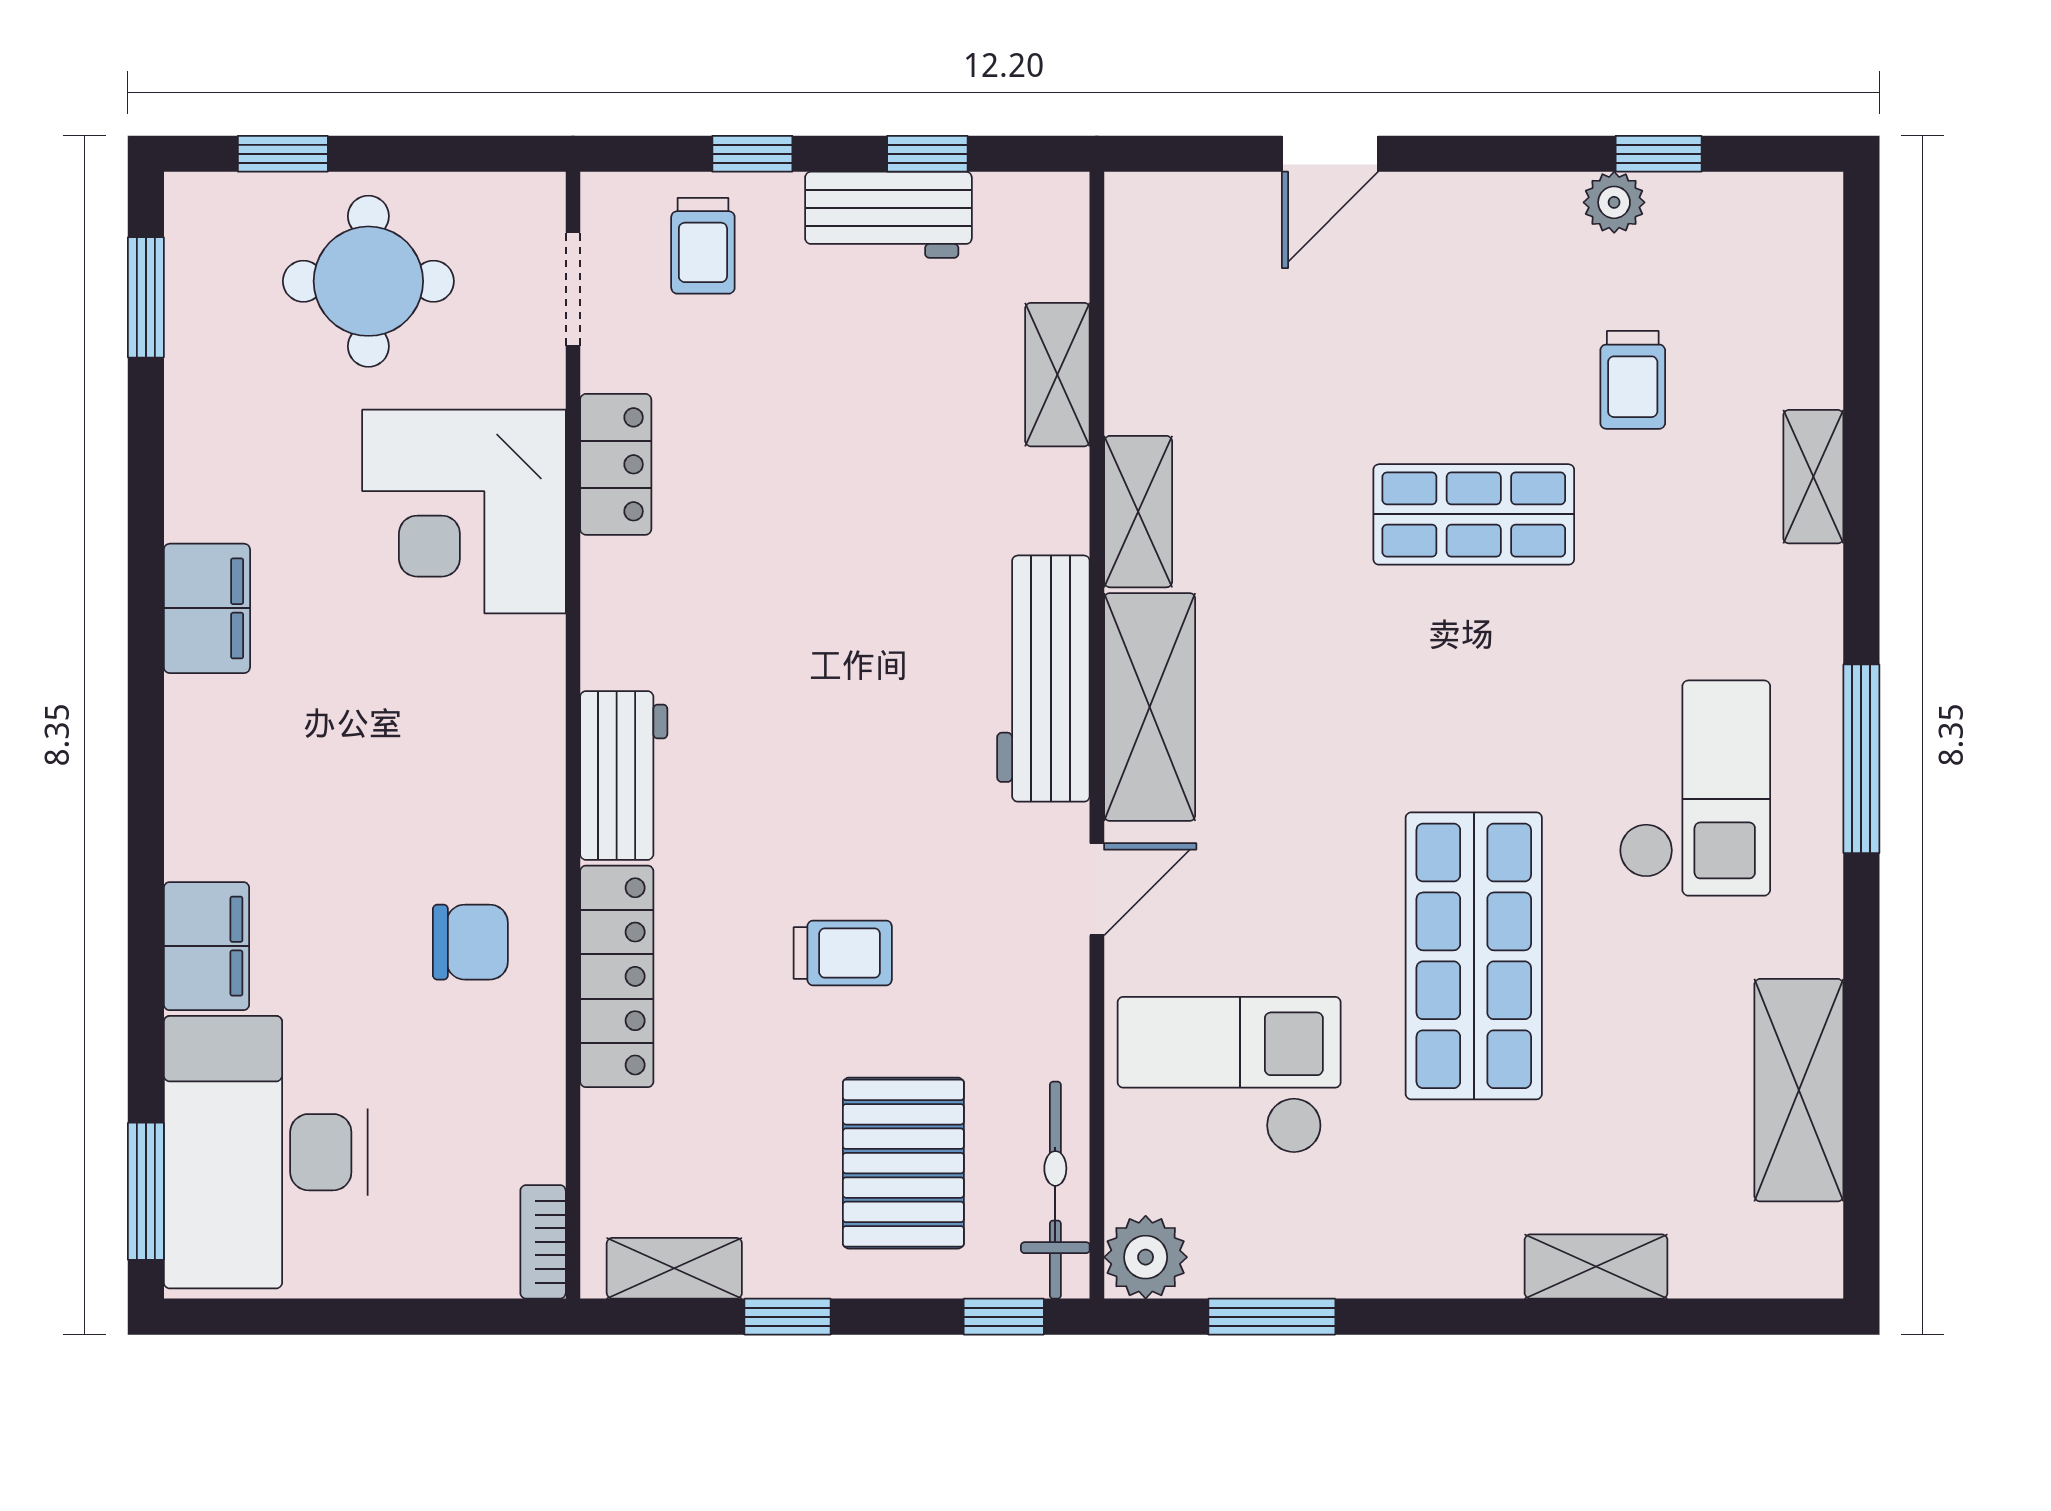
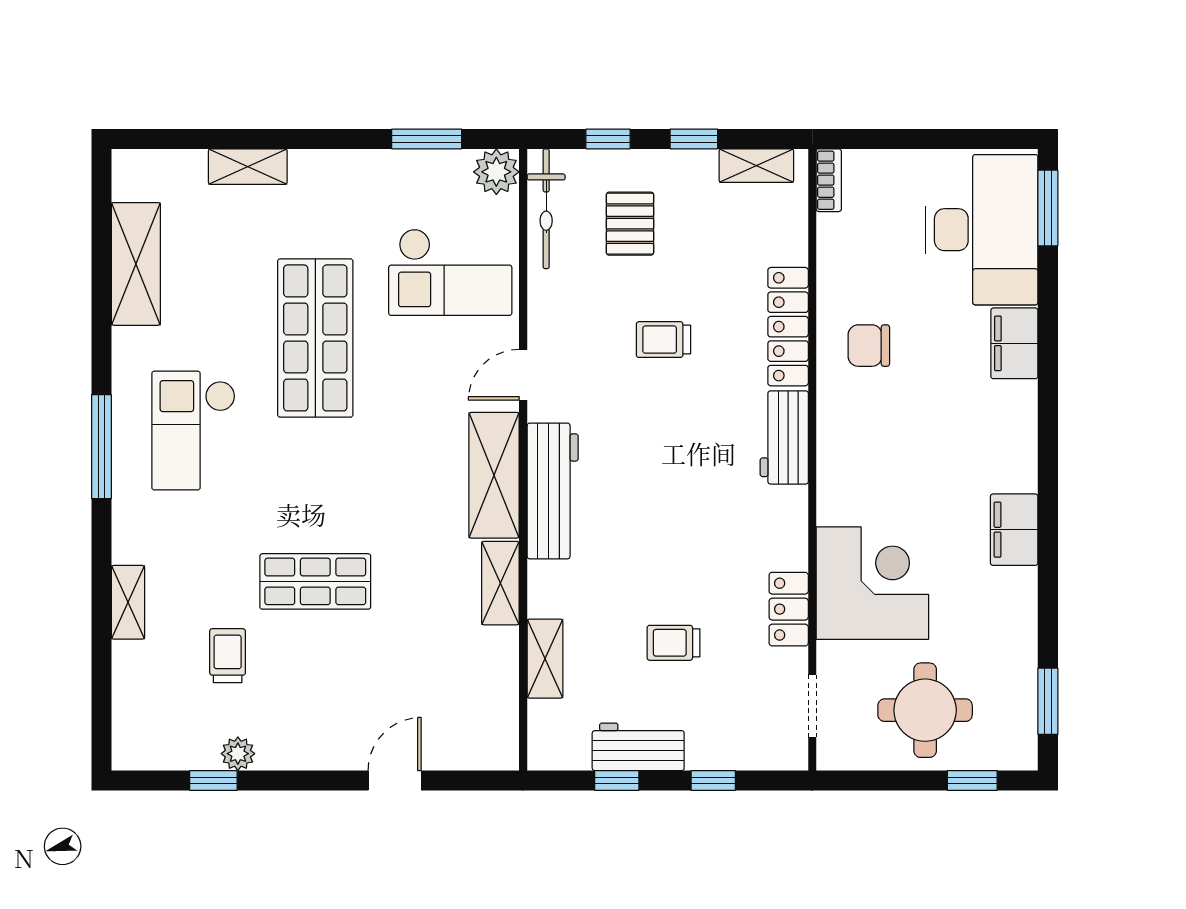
trolley: (703, 246) -> (674, 643), moved, turned -90
pallet: (903, 1163) -> (630, 224), width x0.67, depth x0.71
window: (1004, 1317) -> (608, 139), moved

